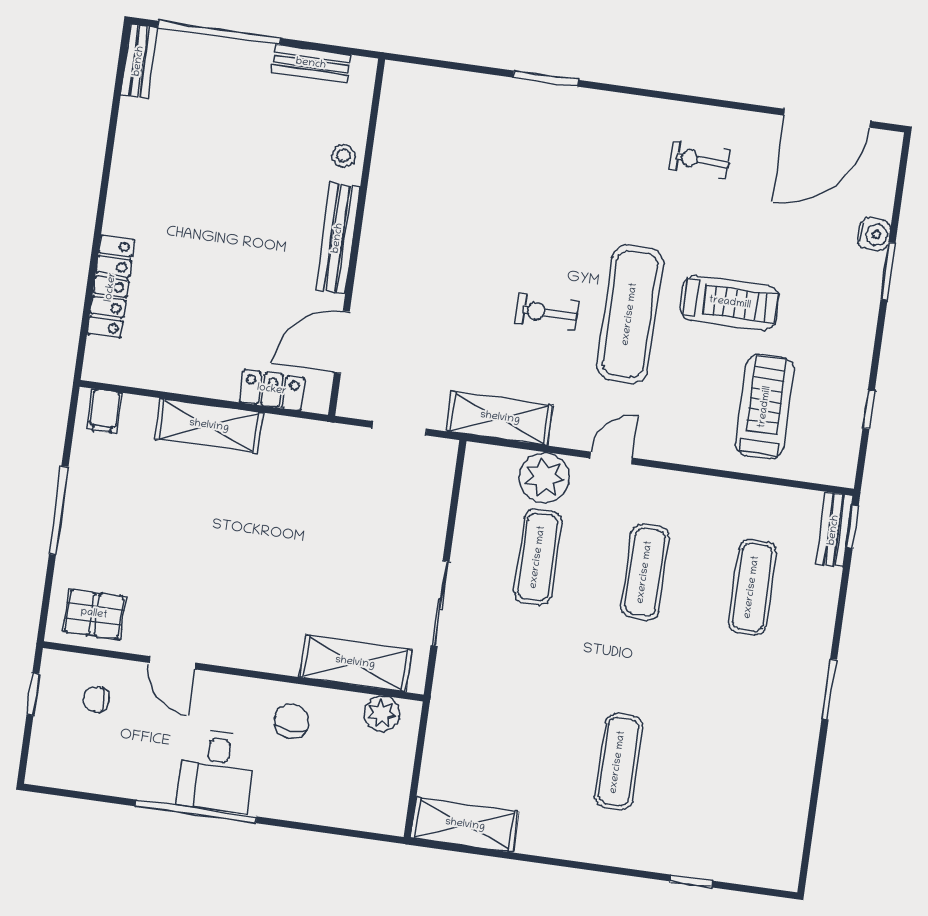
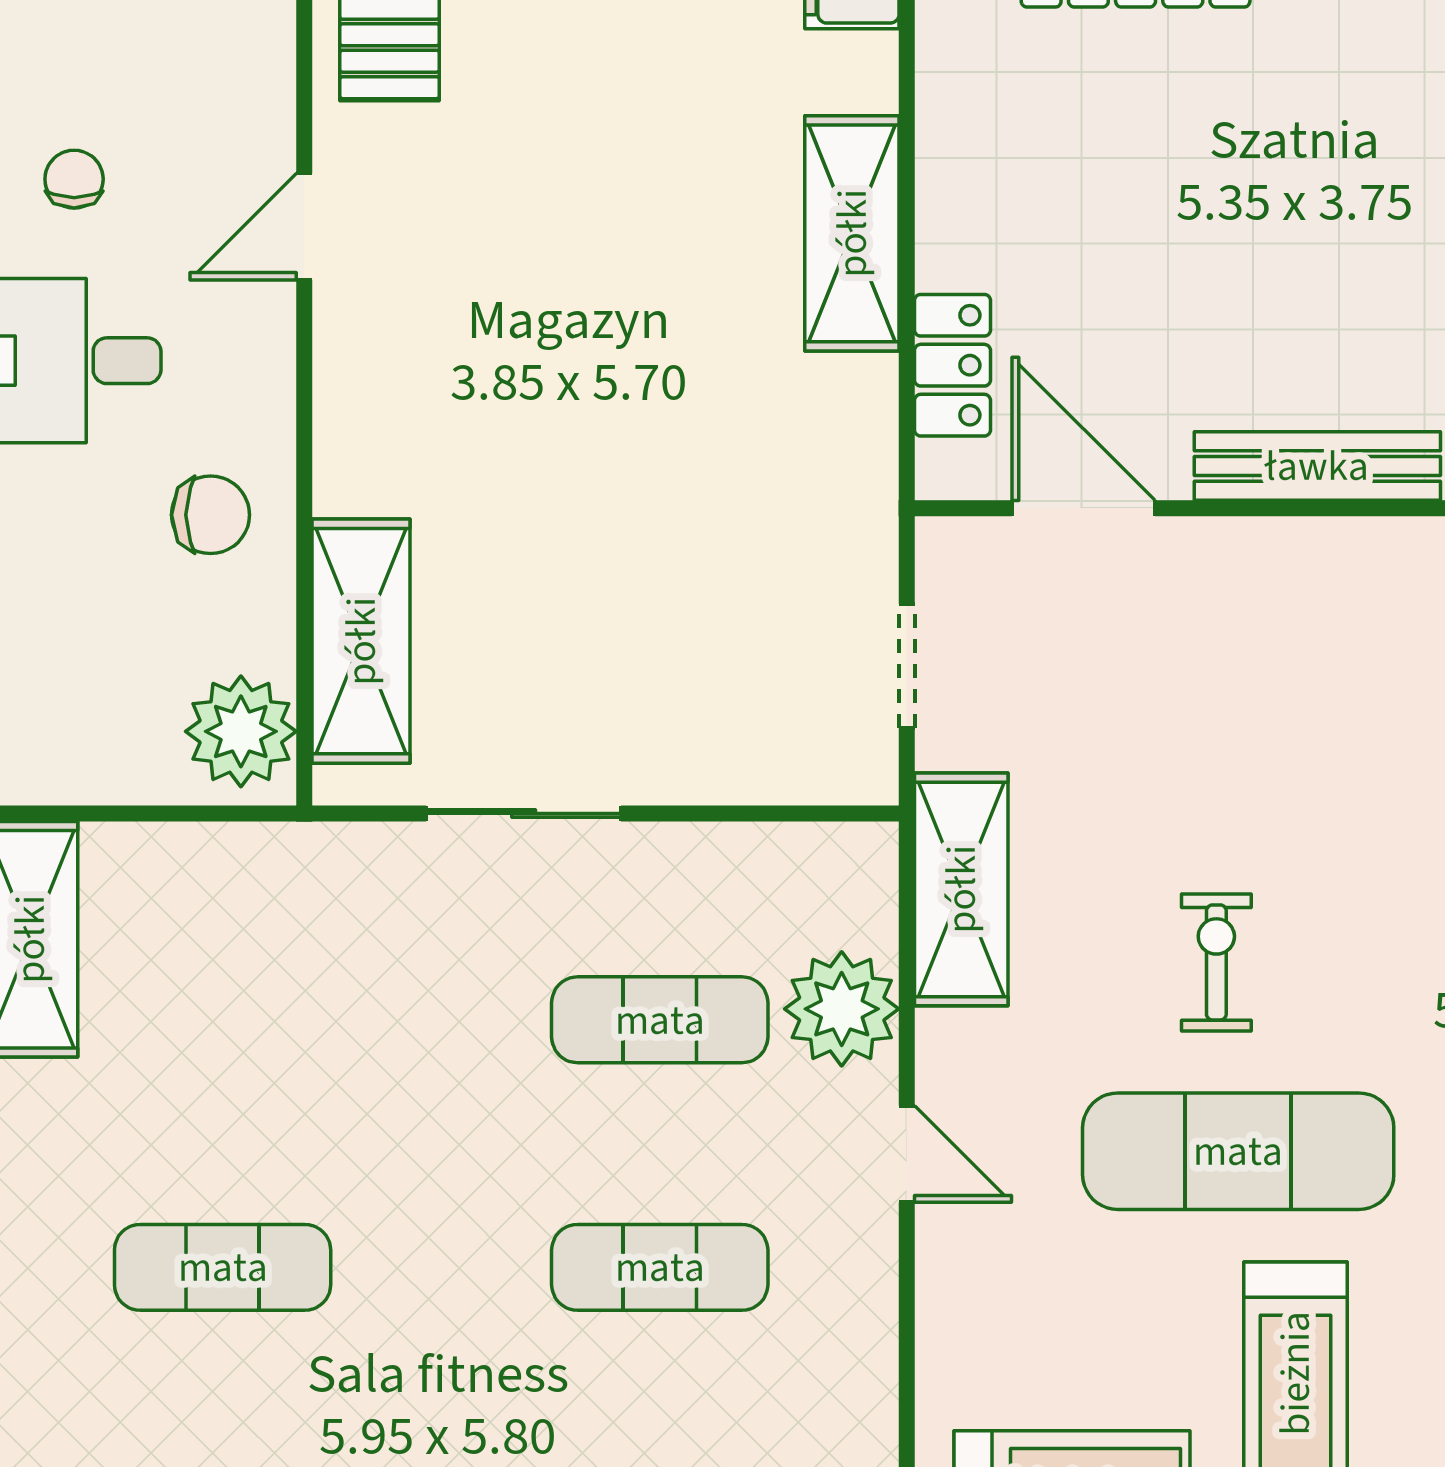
chair: (96, 699) -> (74, 179), moved
plant: (382, 714) -> (241, 731), width x1.36, depth x1.36

